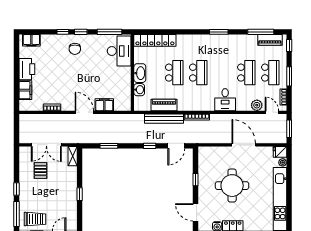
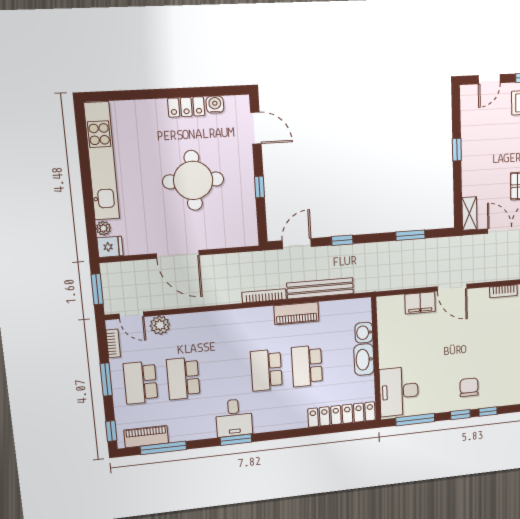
desk: (225, 100) -> (234, 418), moved, turned 180
piano: (164, 105) -> (296, 313), moved

